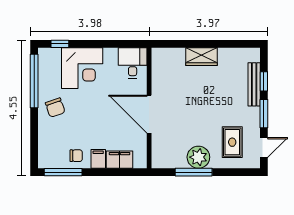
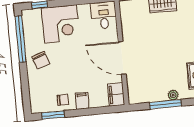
plant: (198, 157) -> (173, 95), width x0.53, depth x0.53
filing cabinet: (120, 160) -> (116, 94), moved, turned -90
window: (63, 172) -> (53, 115), width x0.69

